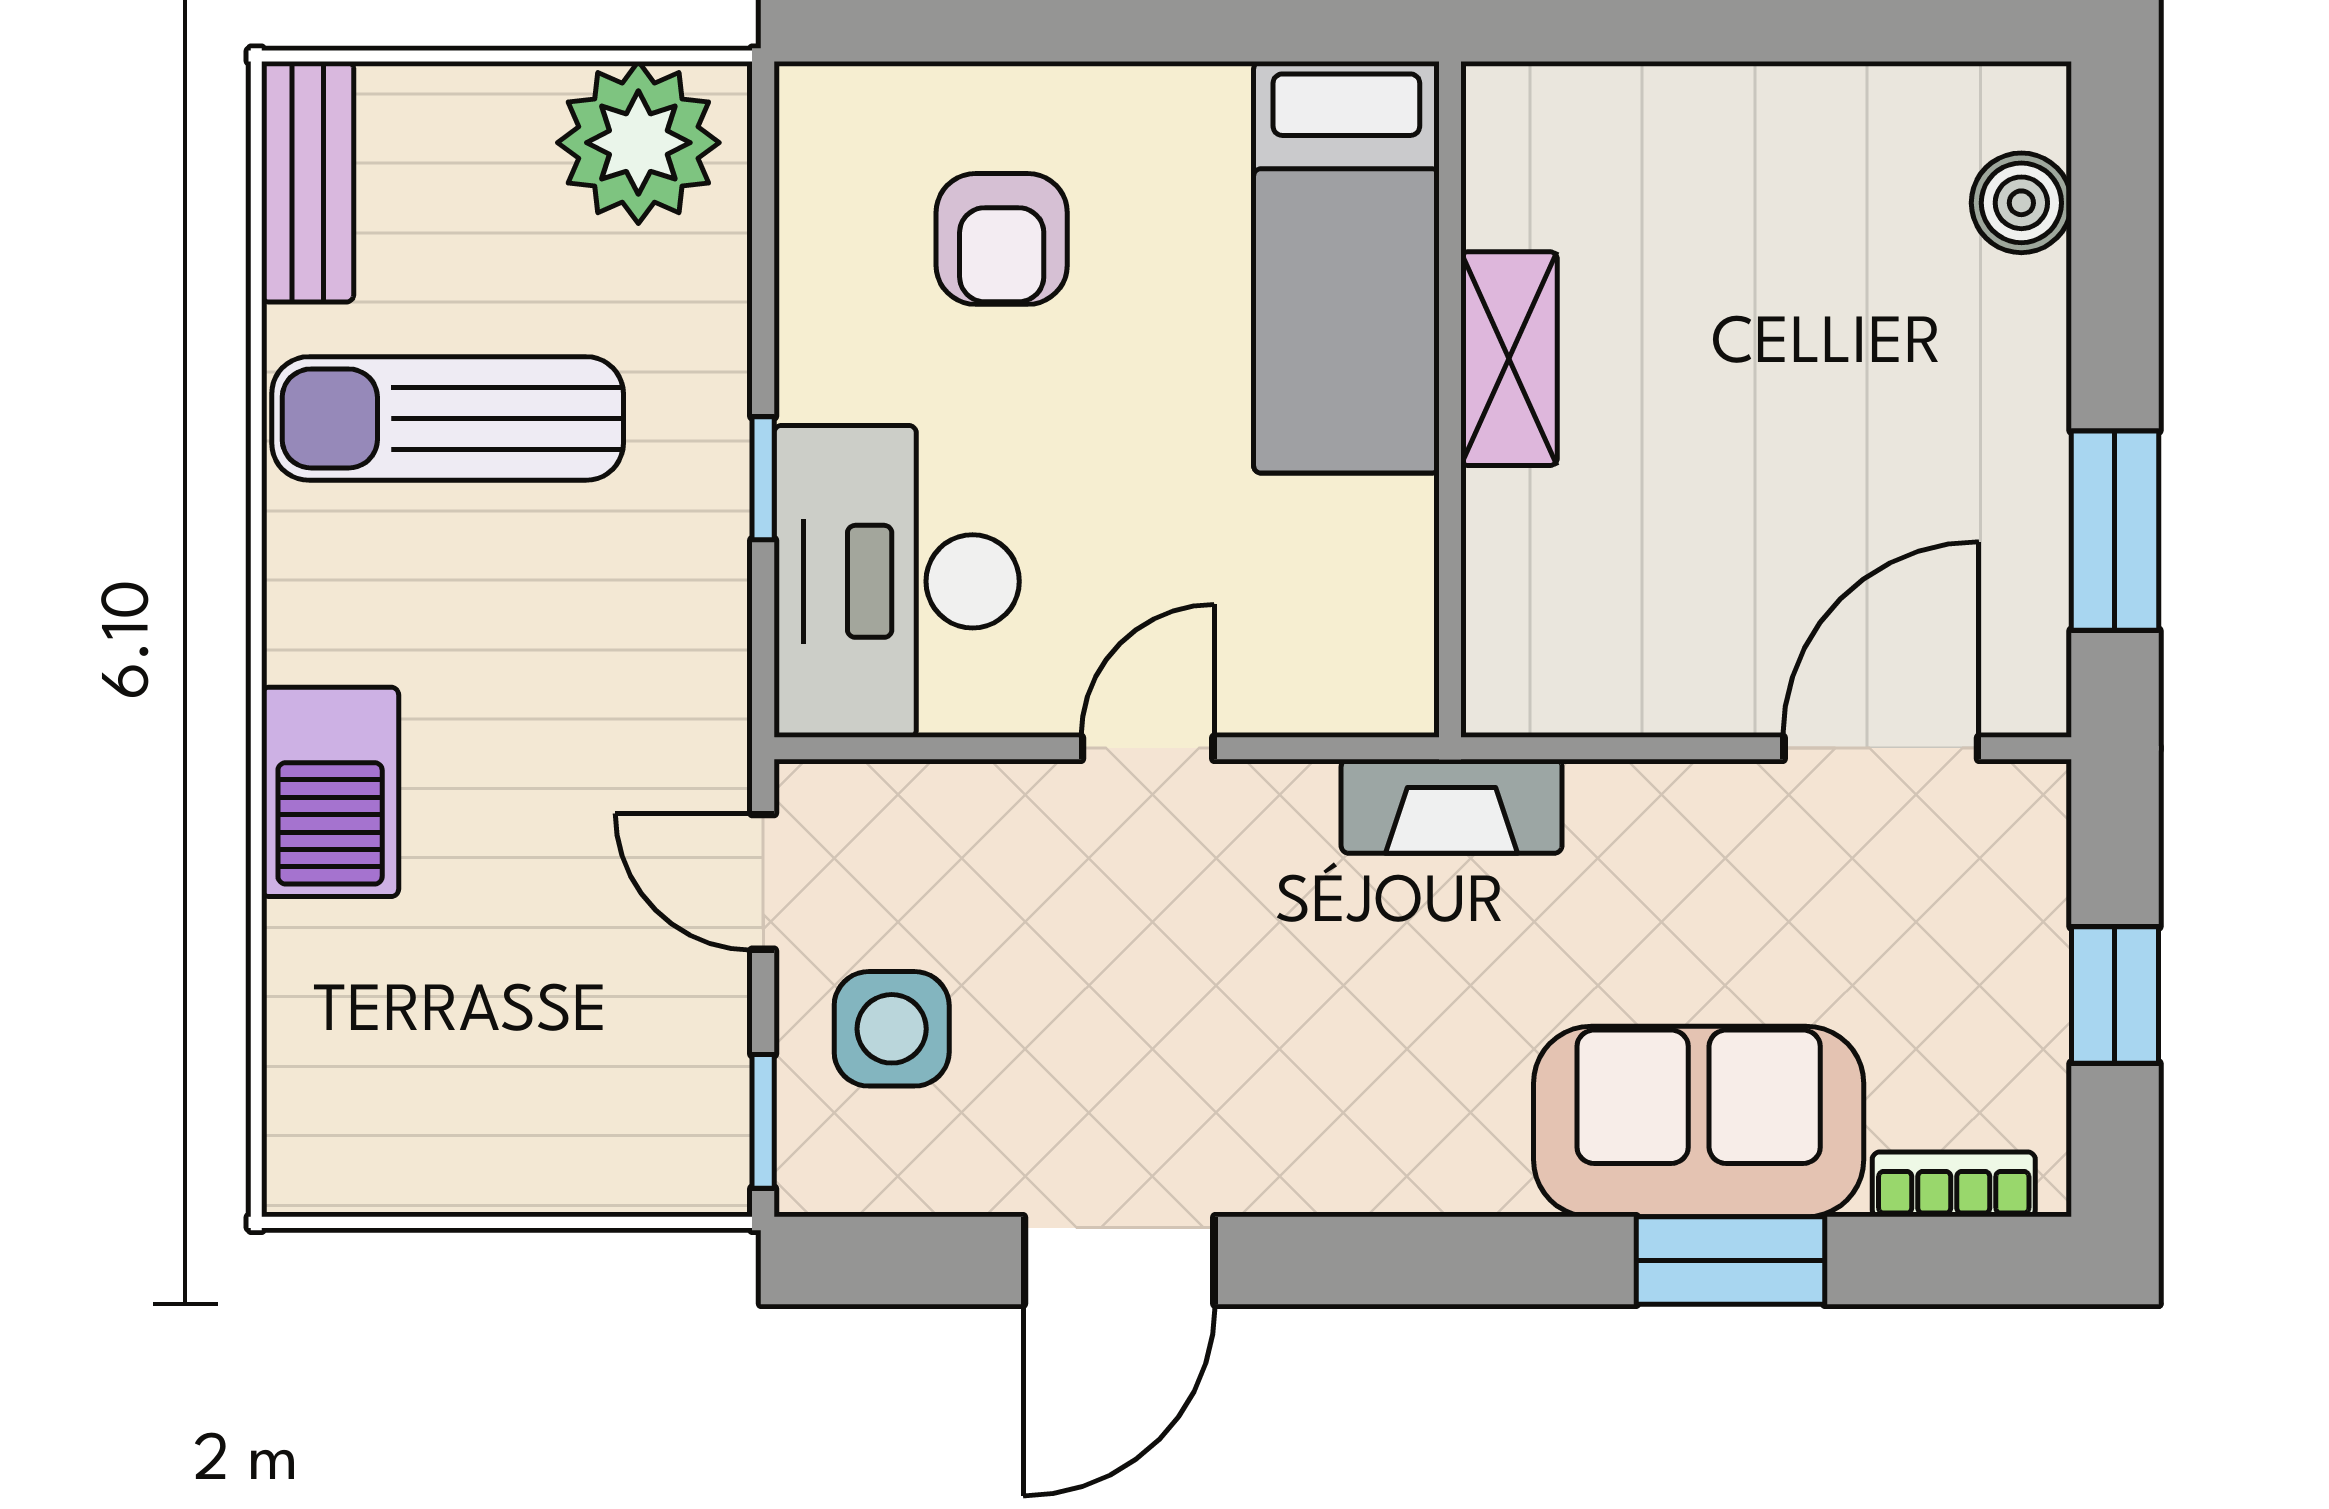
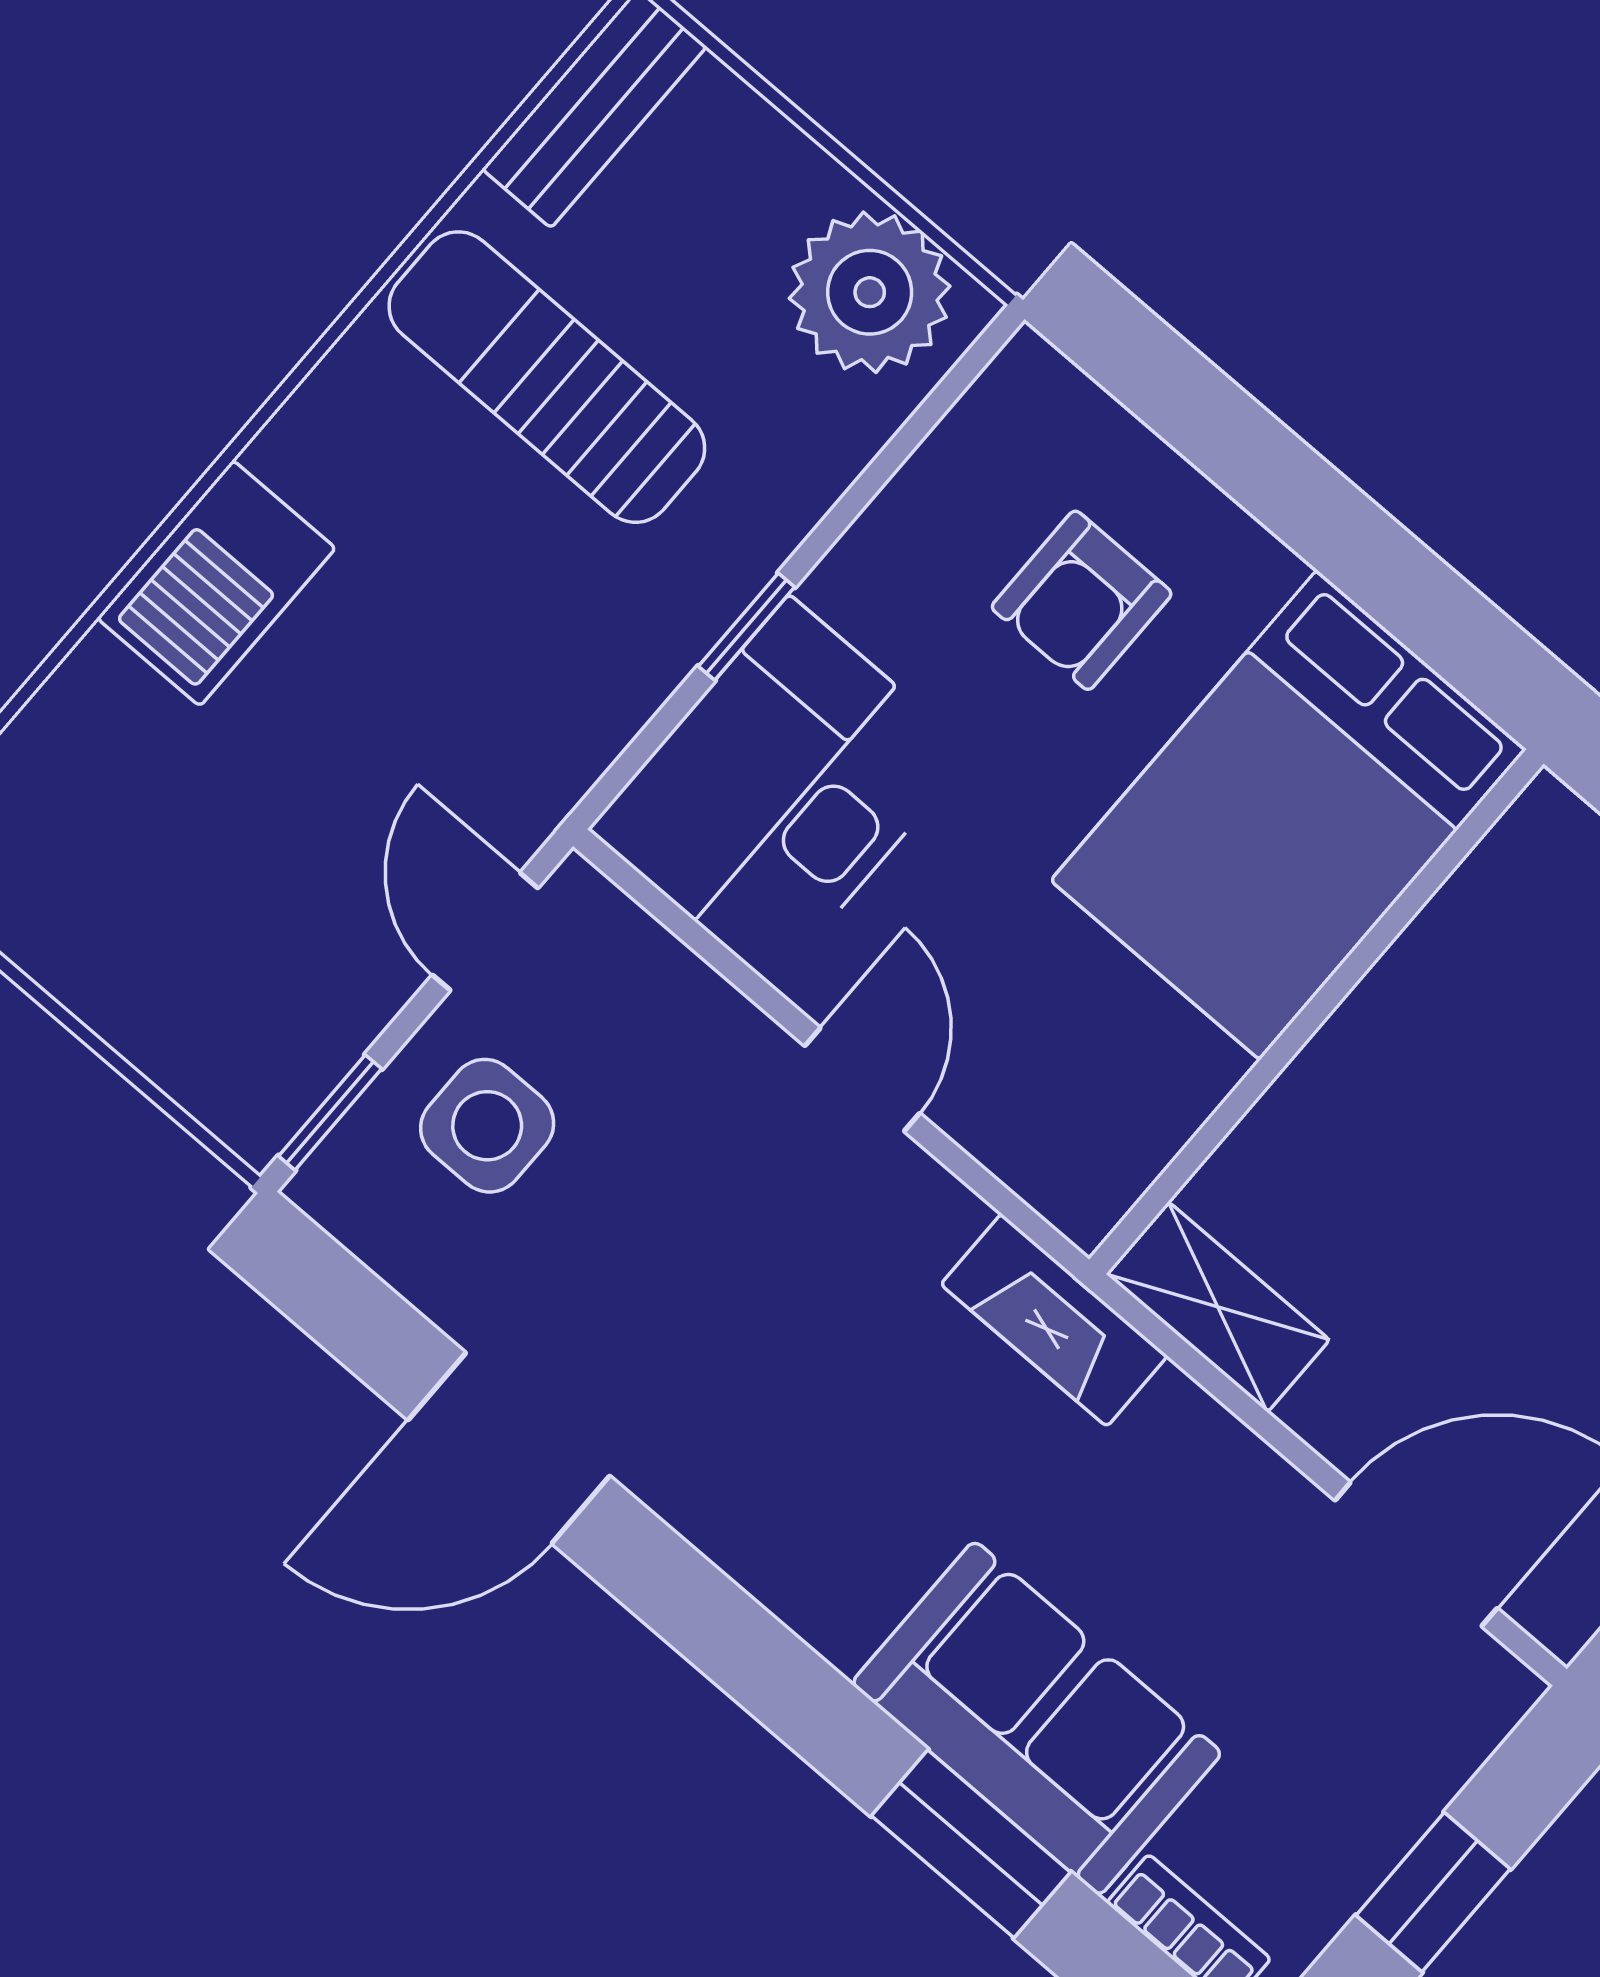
bed: (1346, 267) -> (1289, 815), width x1.50
shelving: (1509, 359) -> (1218, 1307), moved, turned 90
door: (1148, 748) -> (862, 1080), hinge flipped

